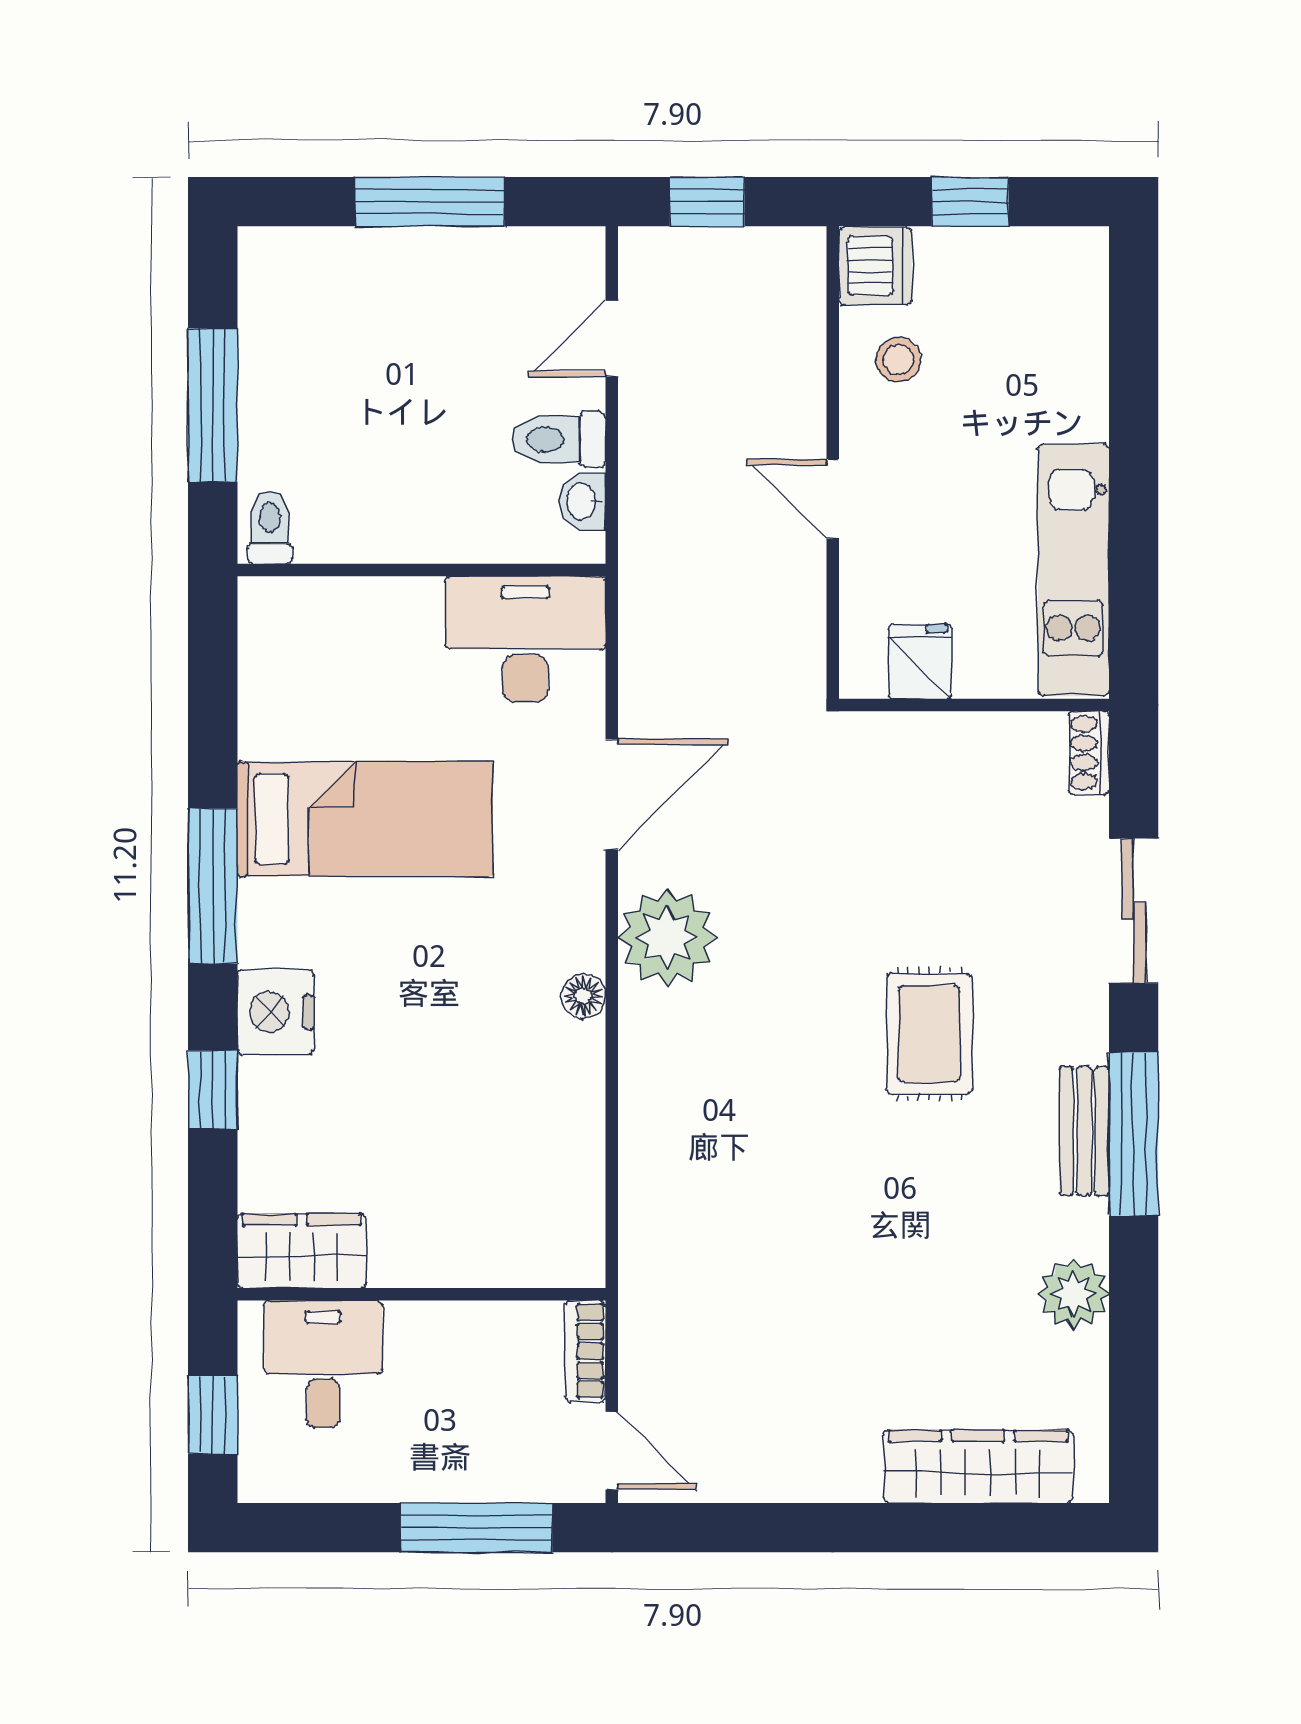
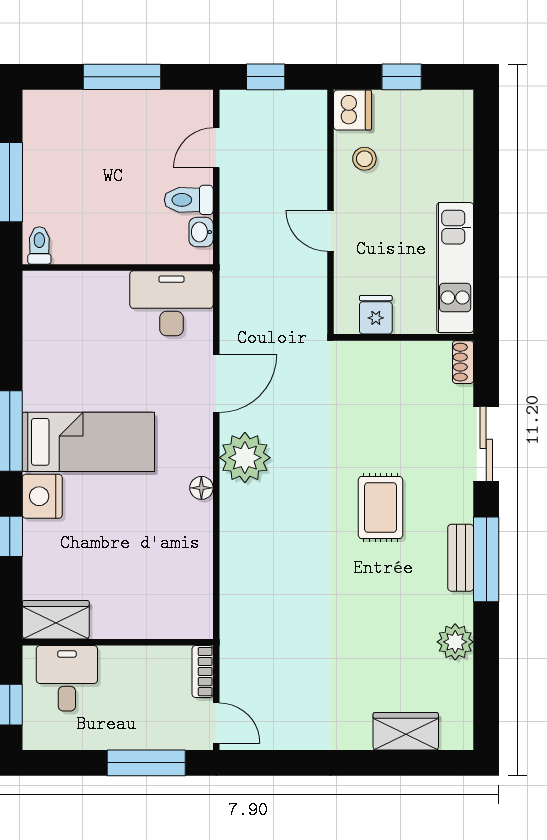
bed: (365, 819) -> (88, 442), moved
wardrobe: (978, 1467) -> (406, 731), width x0.67

